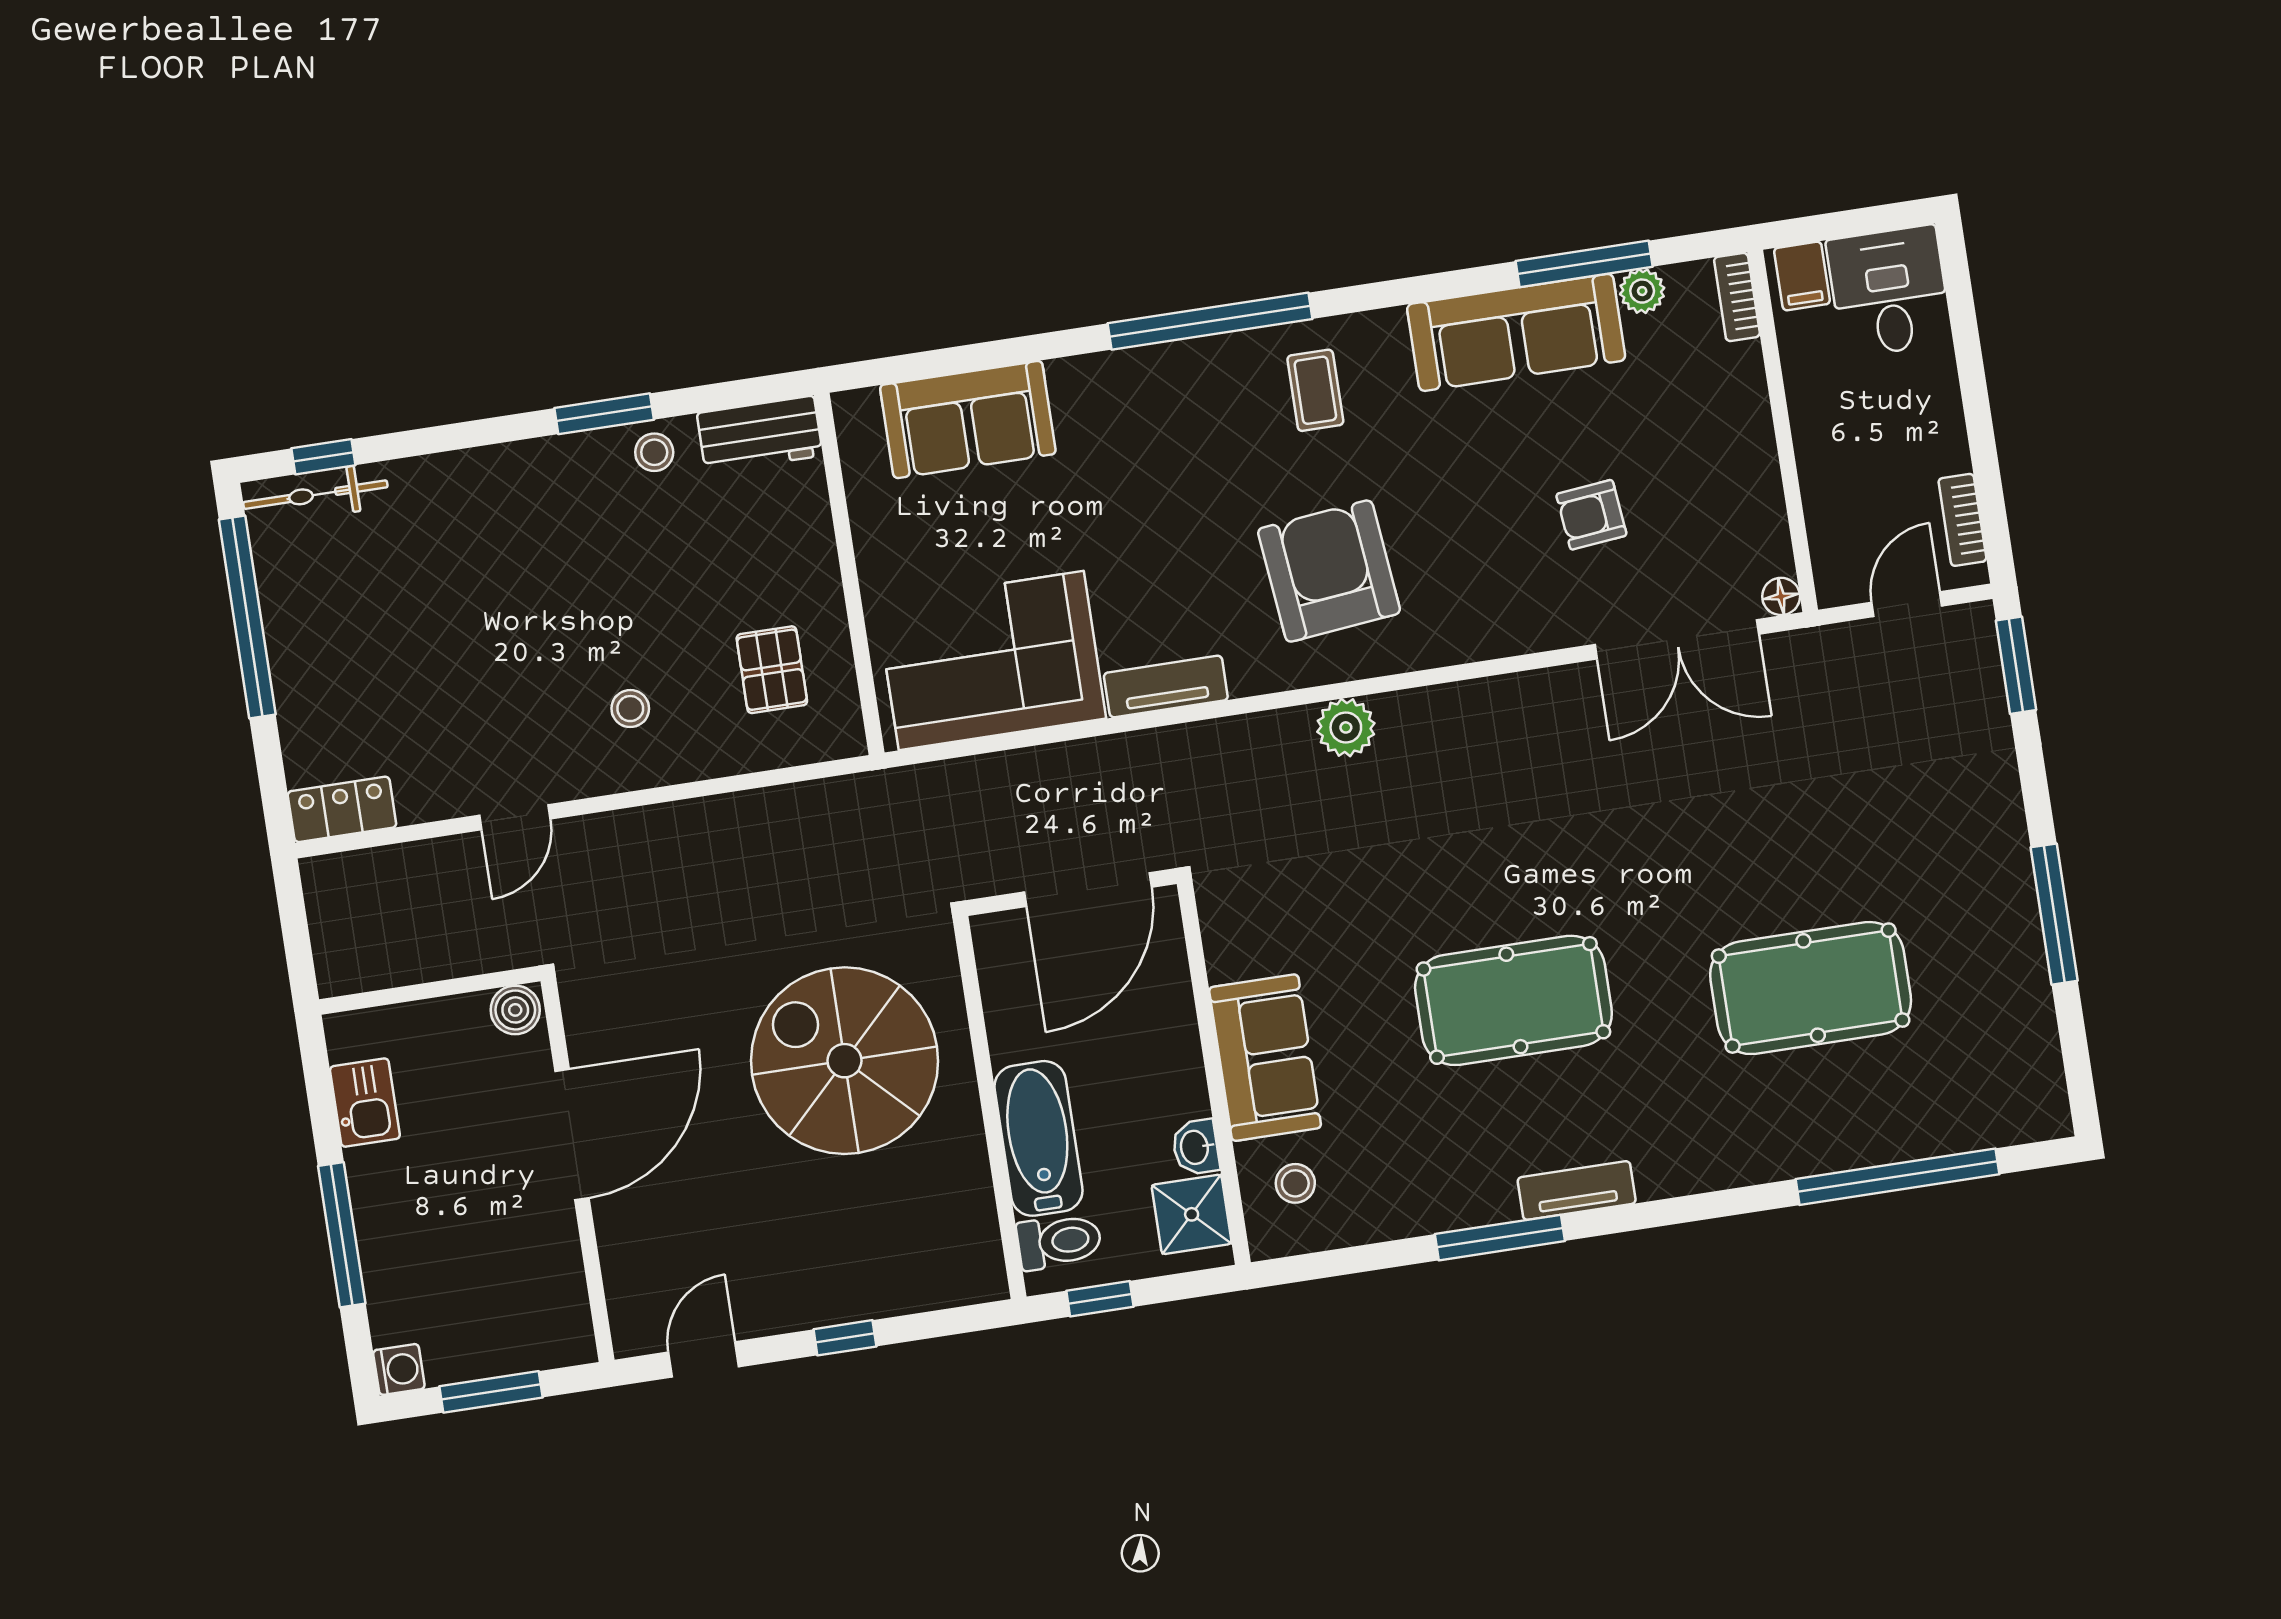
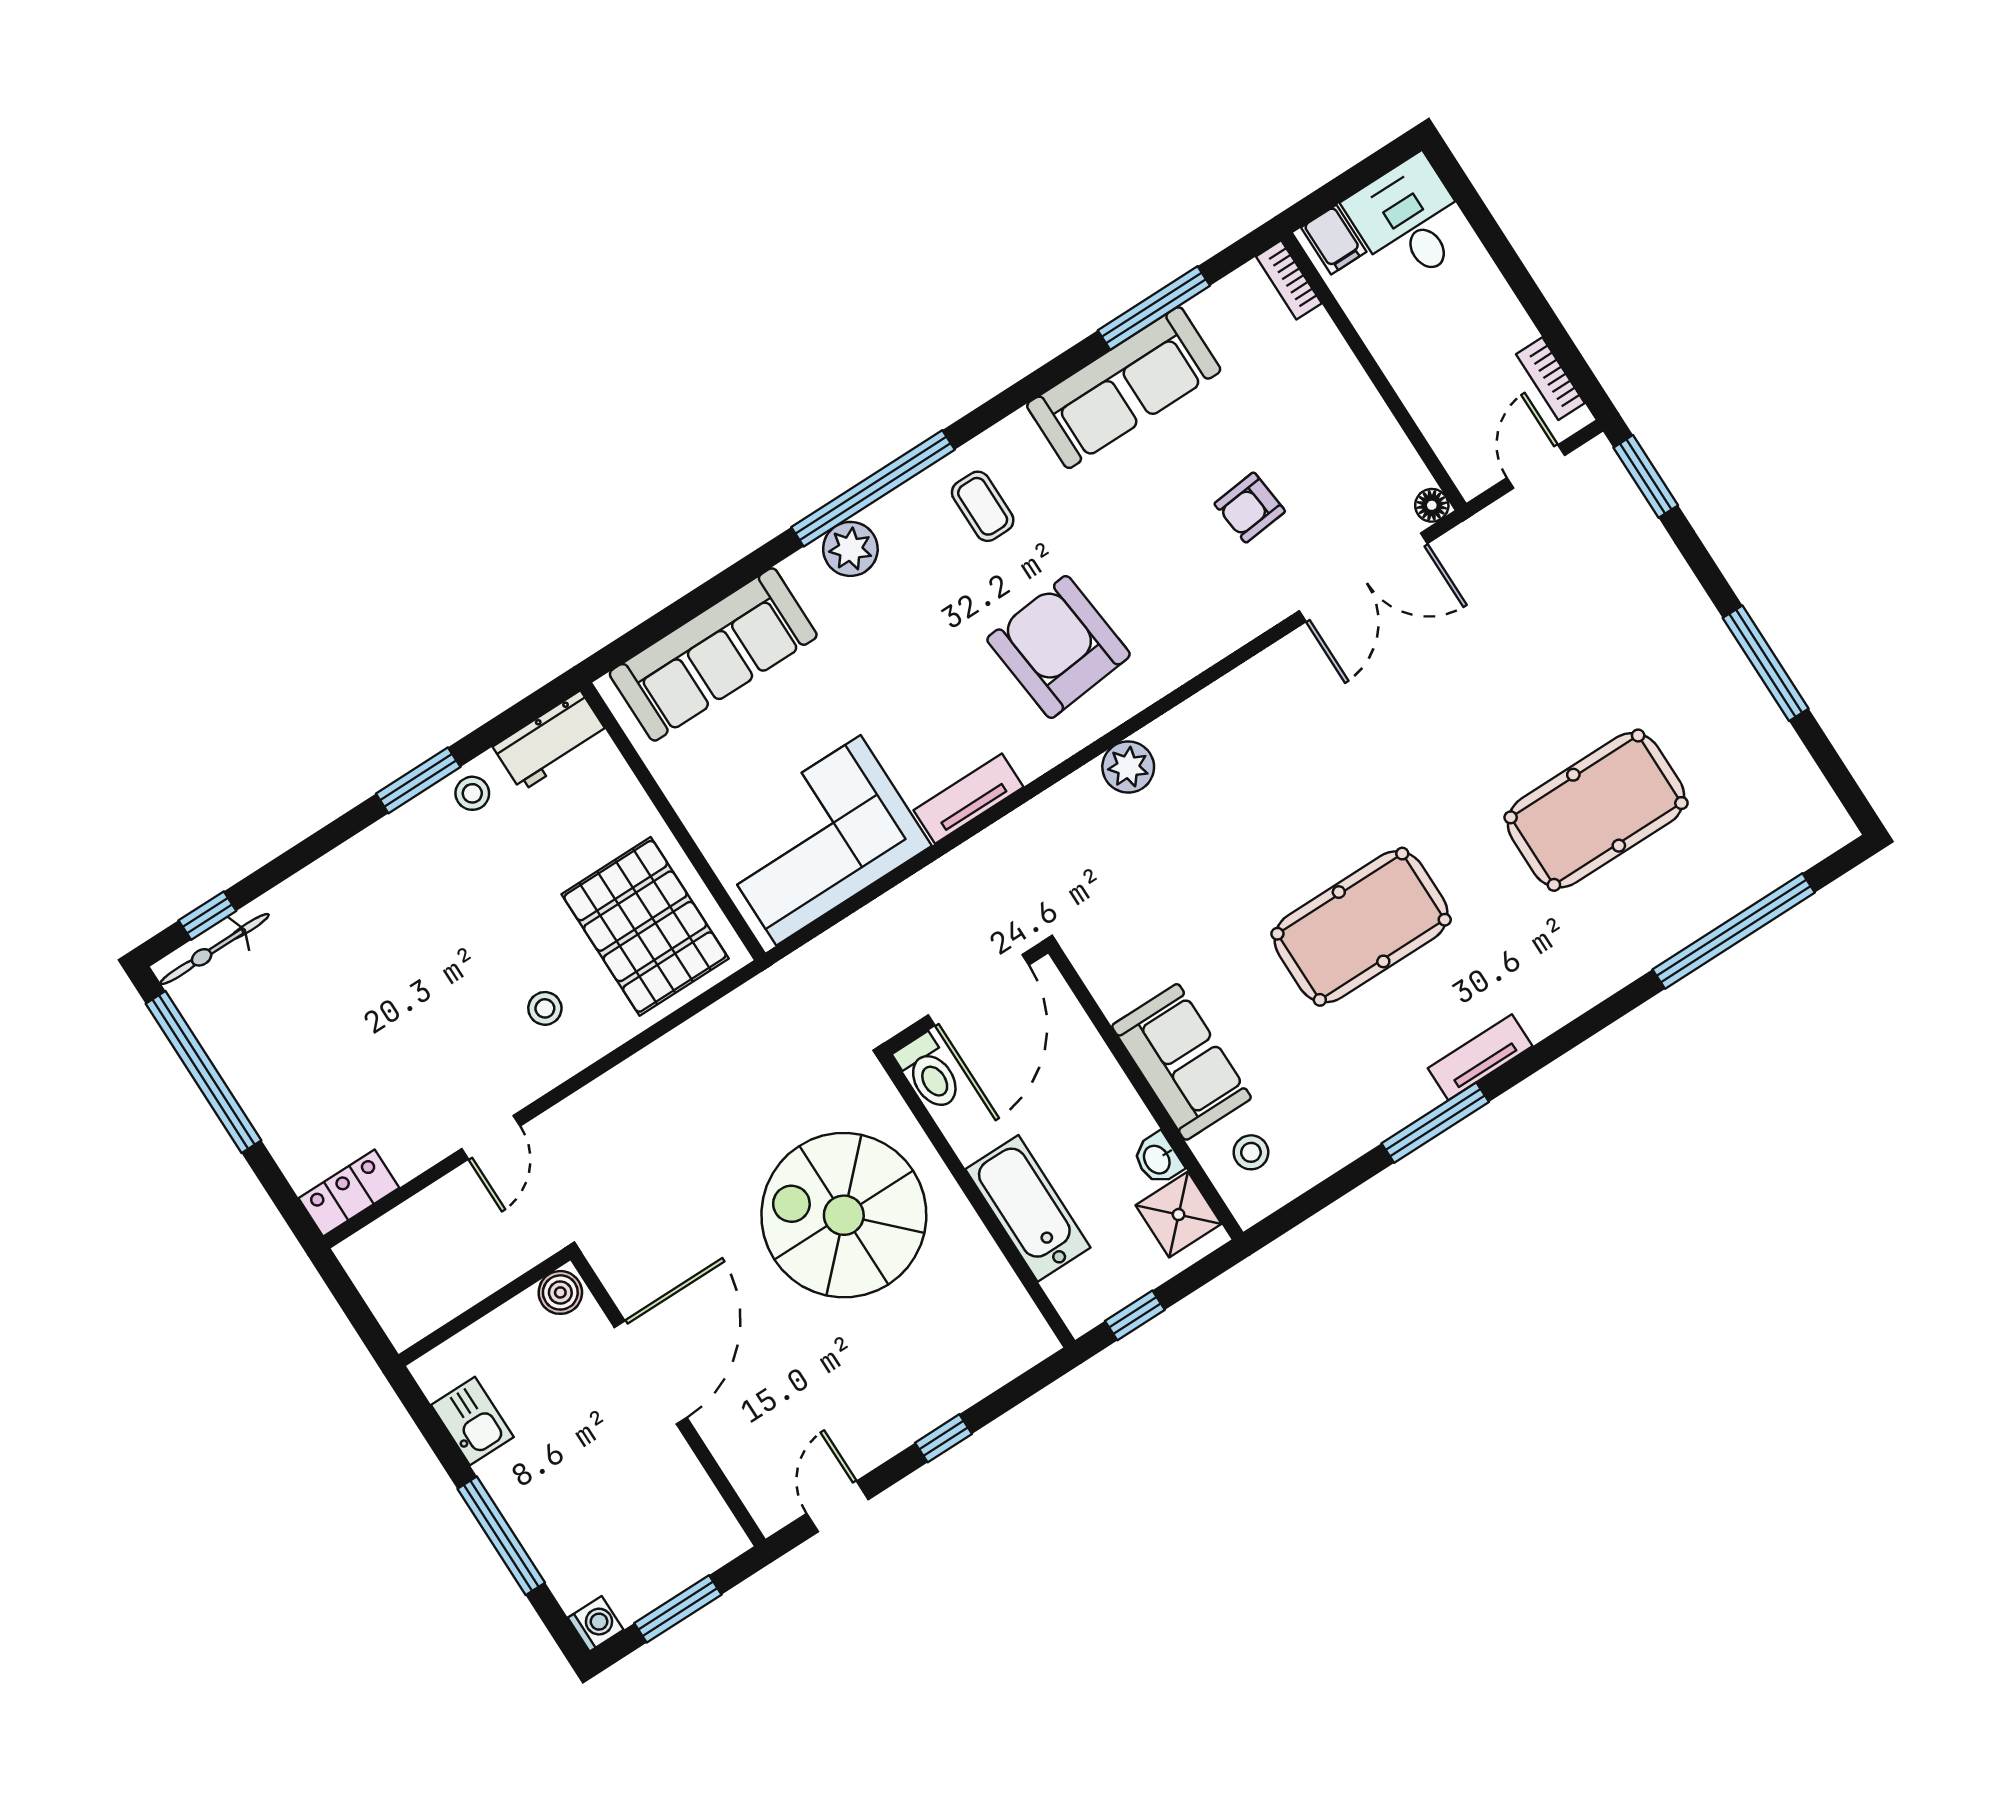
plant: (1642, 291) -> (850, 549), moved, width x1.38, depth x1.38
sofa: (968, 420) -> (713, 654), width x1.36
pallet: (772, 670) -> (645, 926), width x2.05, depth x2.00
toilet: (1059, 1241) -> (929, 1073), moved, turned 90

